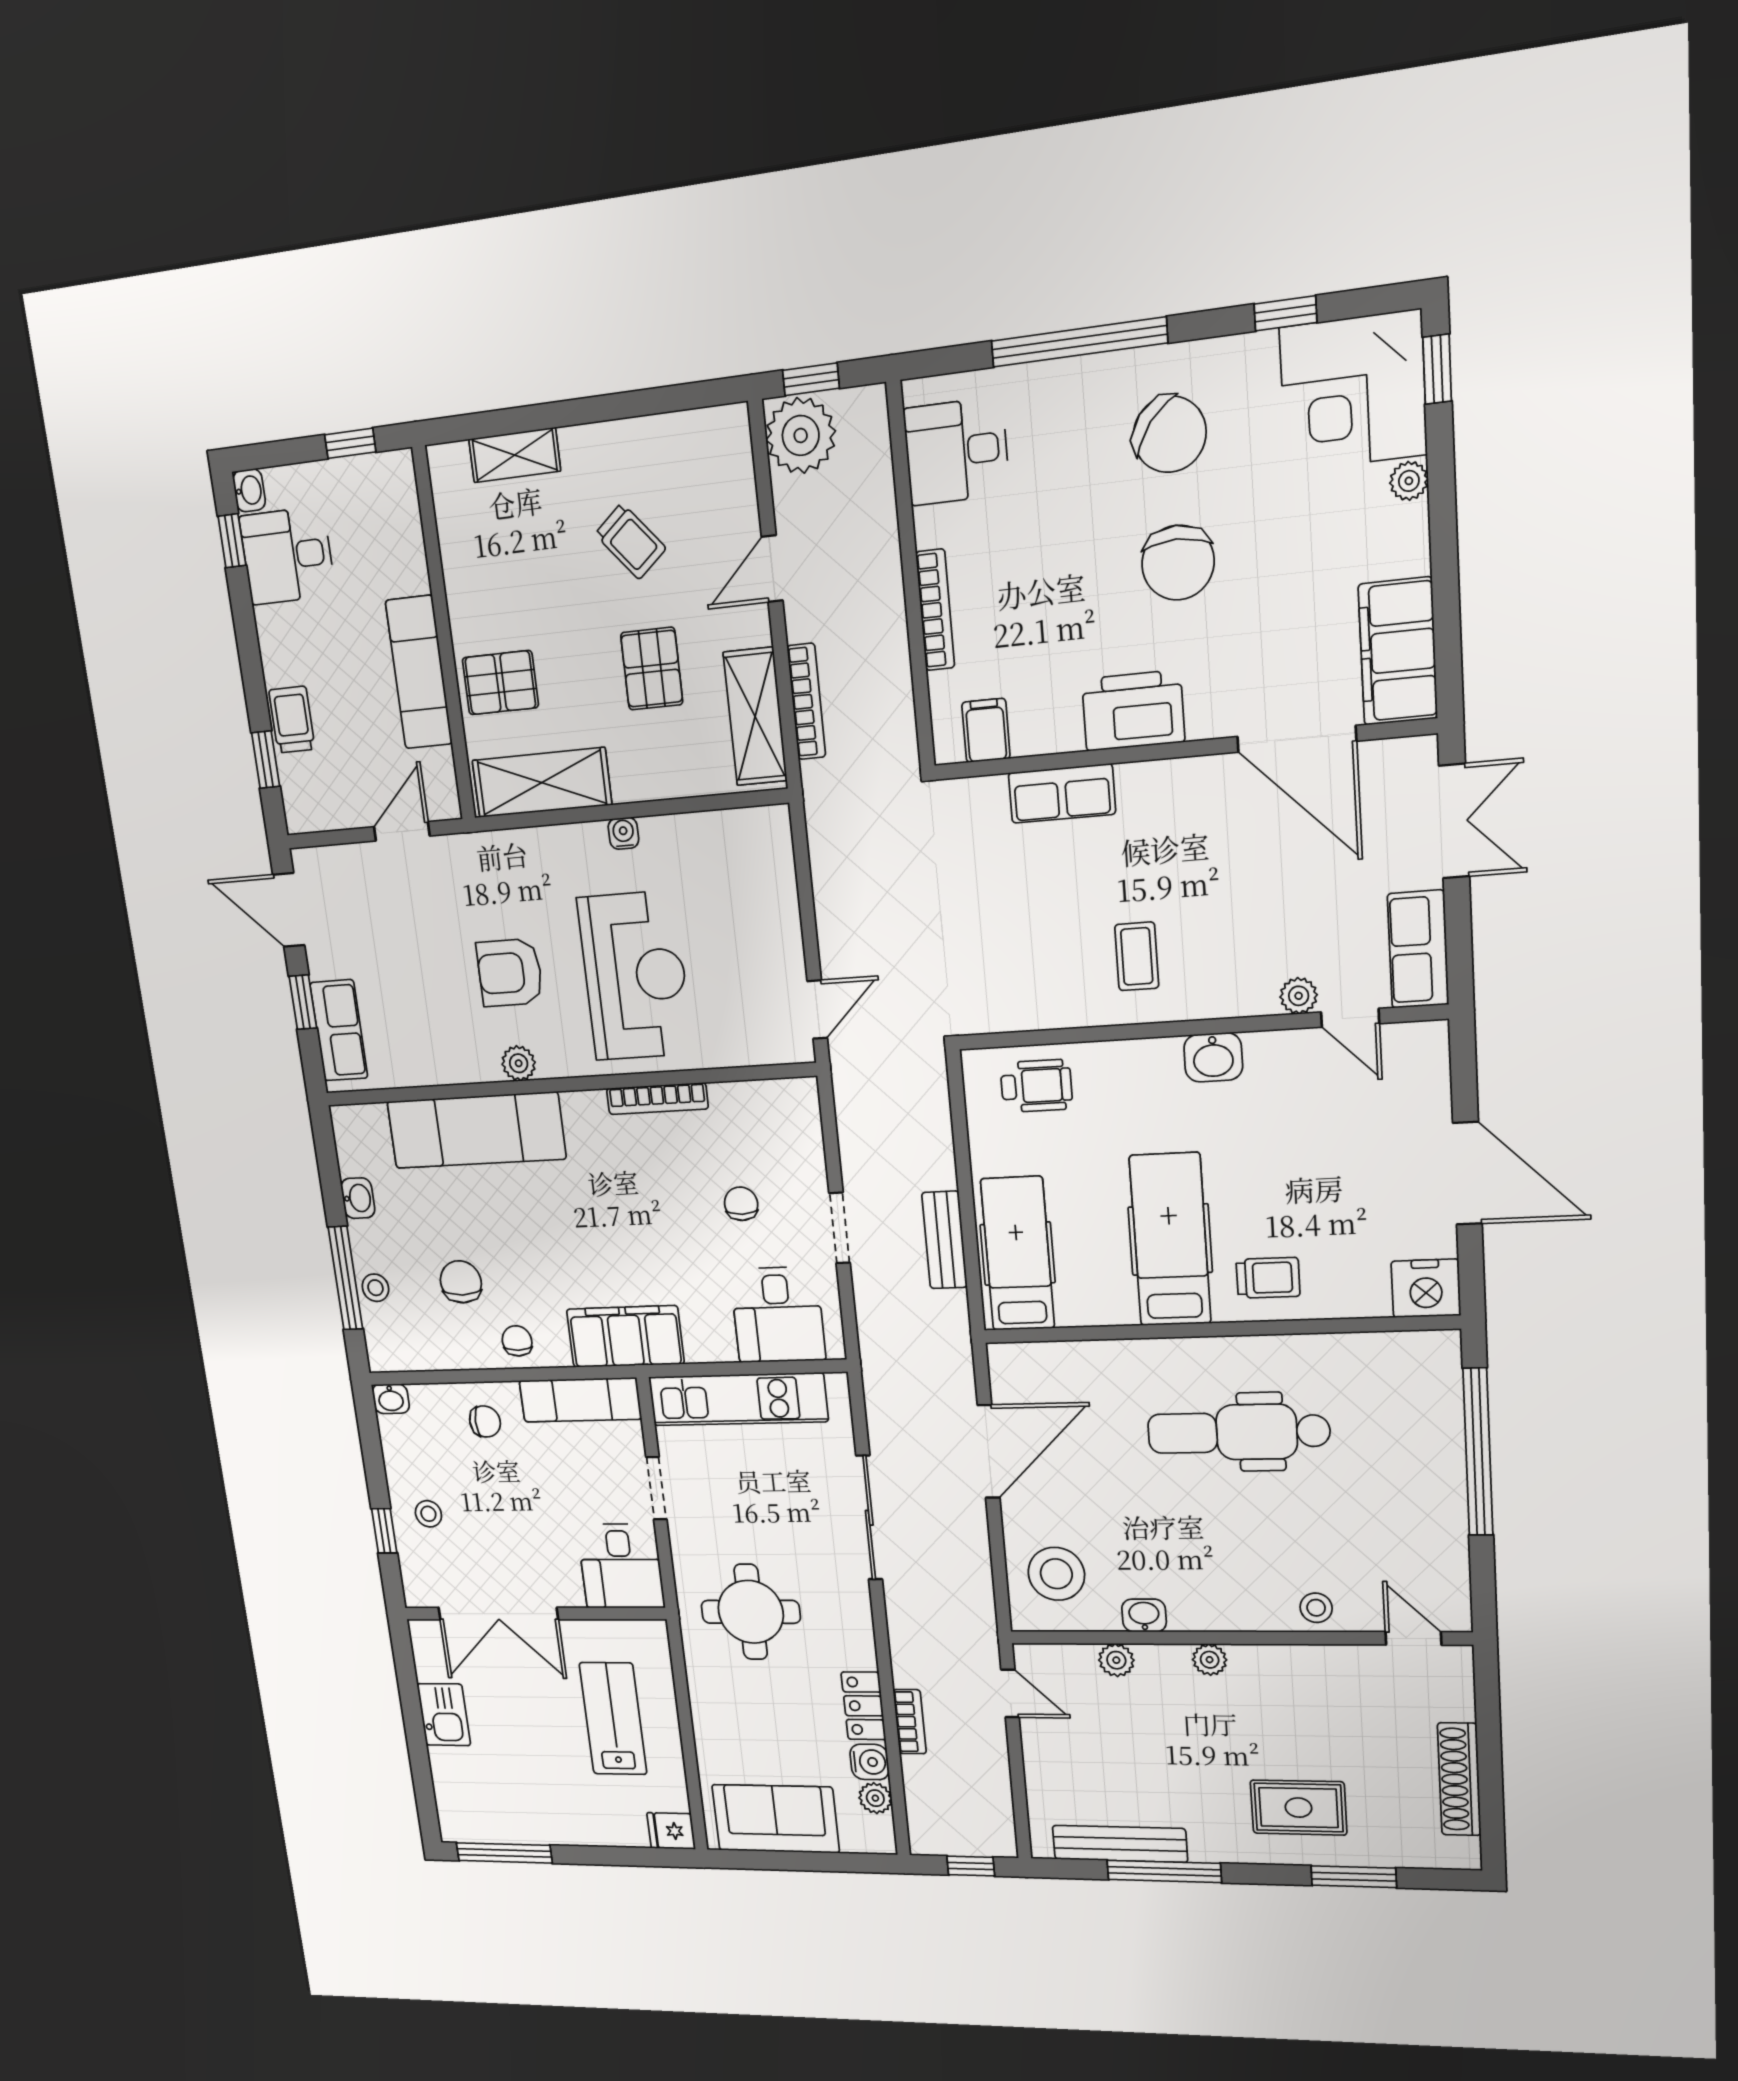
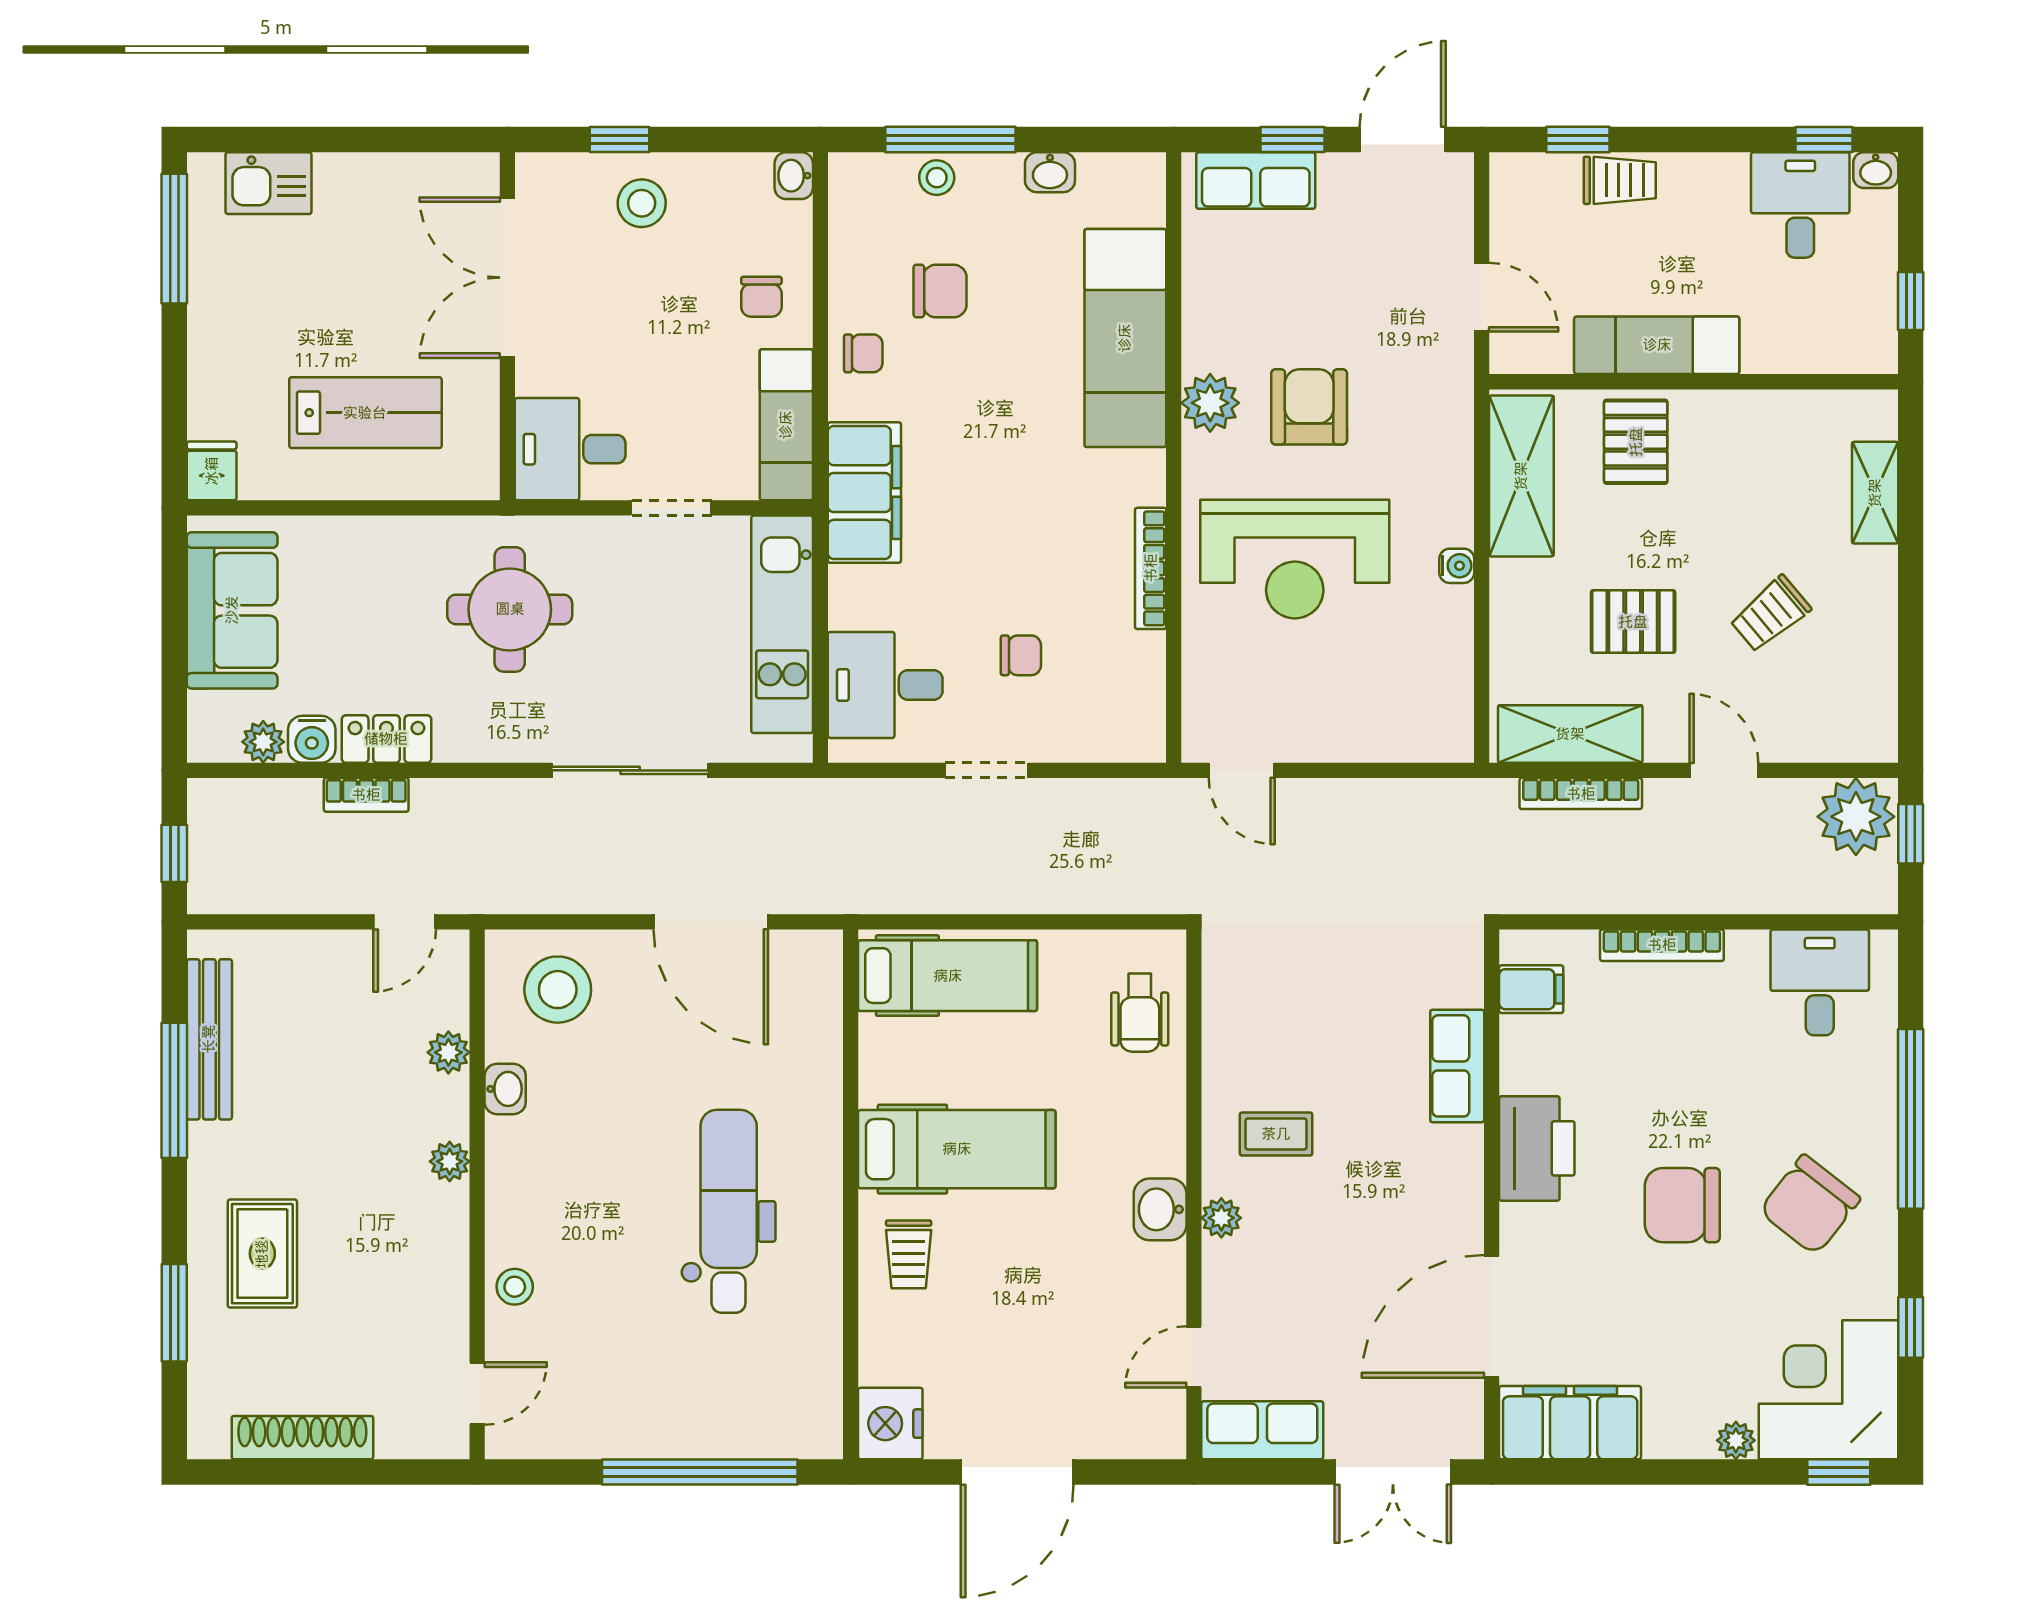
plant: (1299, 996) -> (1221, 1218), moved
plant: (519, 1063) -> (1210, 403), width x1.38, depth x1.38
bench: (945, 1240) -> (967, 893), removed
stool: (428, 1514) -> (642, 203), width x1.37, depth x1.37
kitchen sink: (444, 1715) -> (269, 183), moved

